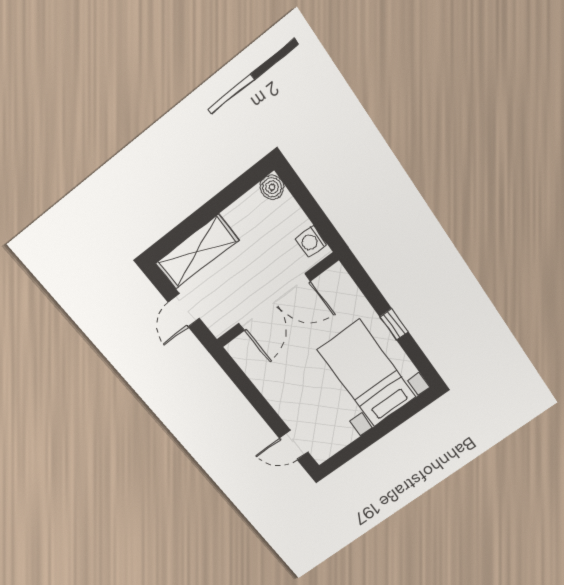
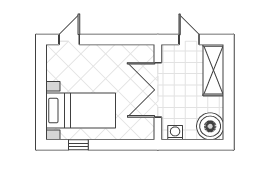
boiler: (272, 187) -> (210, 126), width x1.86, depth x1.86
window: (394, 324) -> (78, 145), moved

